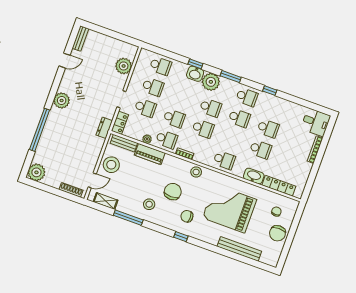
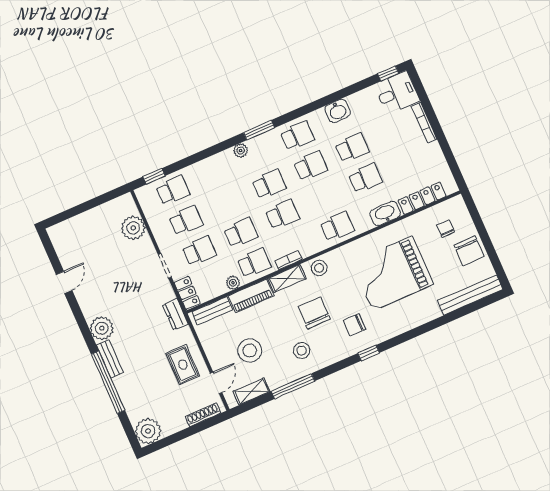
bench: (80, 38) -> (110, 359), moved
window: (195, 64) -> (154, 176), moved
washbasin: (195, 74) -> (338, 111), moved
plant: (211, 82) -> (241, 150), width x0.53, depth x0.53
window: (270, 91) -> (388, 73), moved
rug: (84, 156) -> (183, 365), added
shelving: (175, 162) -> (287, 279), added
stool: (111, 165) -> (250, 350), moved
bench: (239, 249) -> (470, 295), moved

